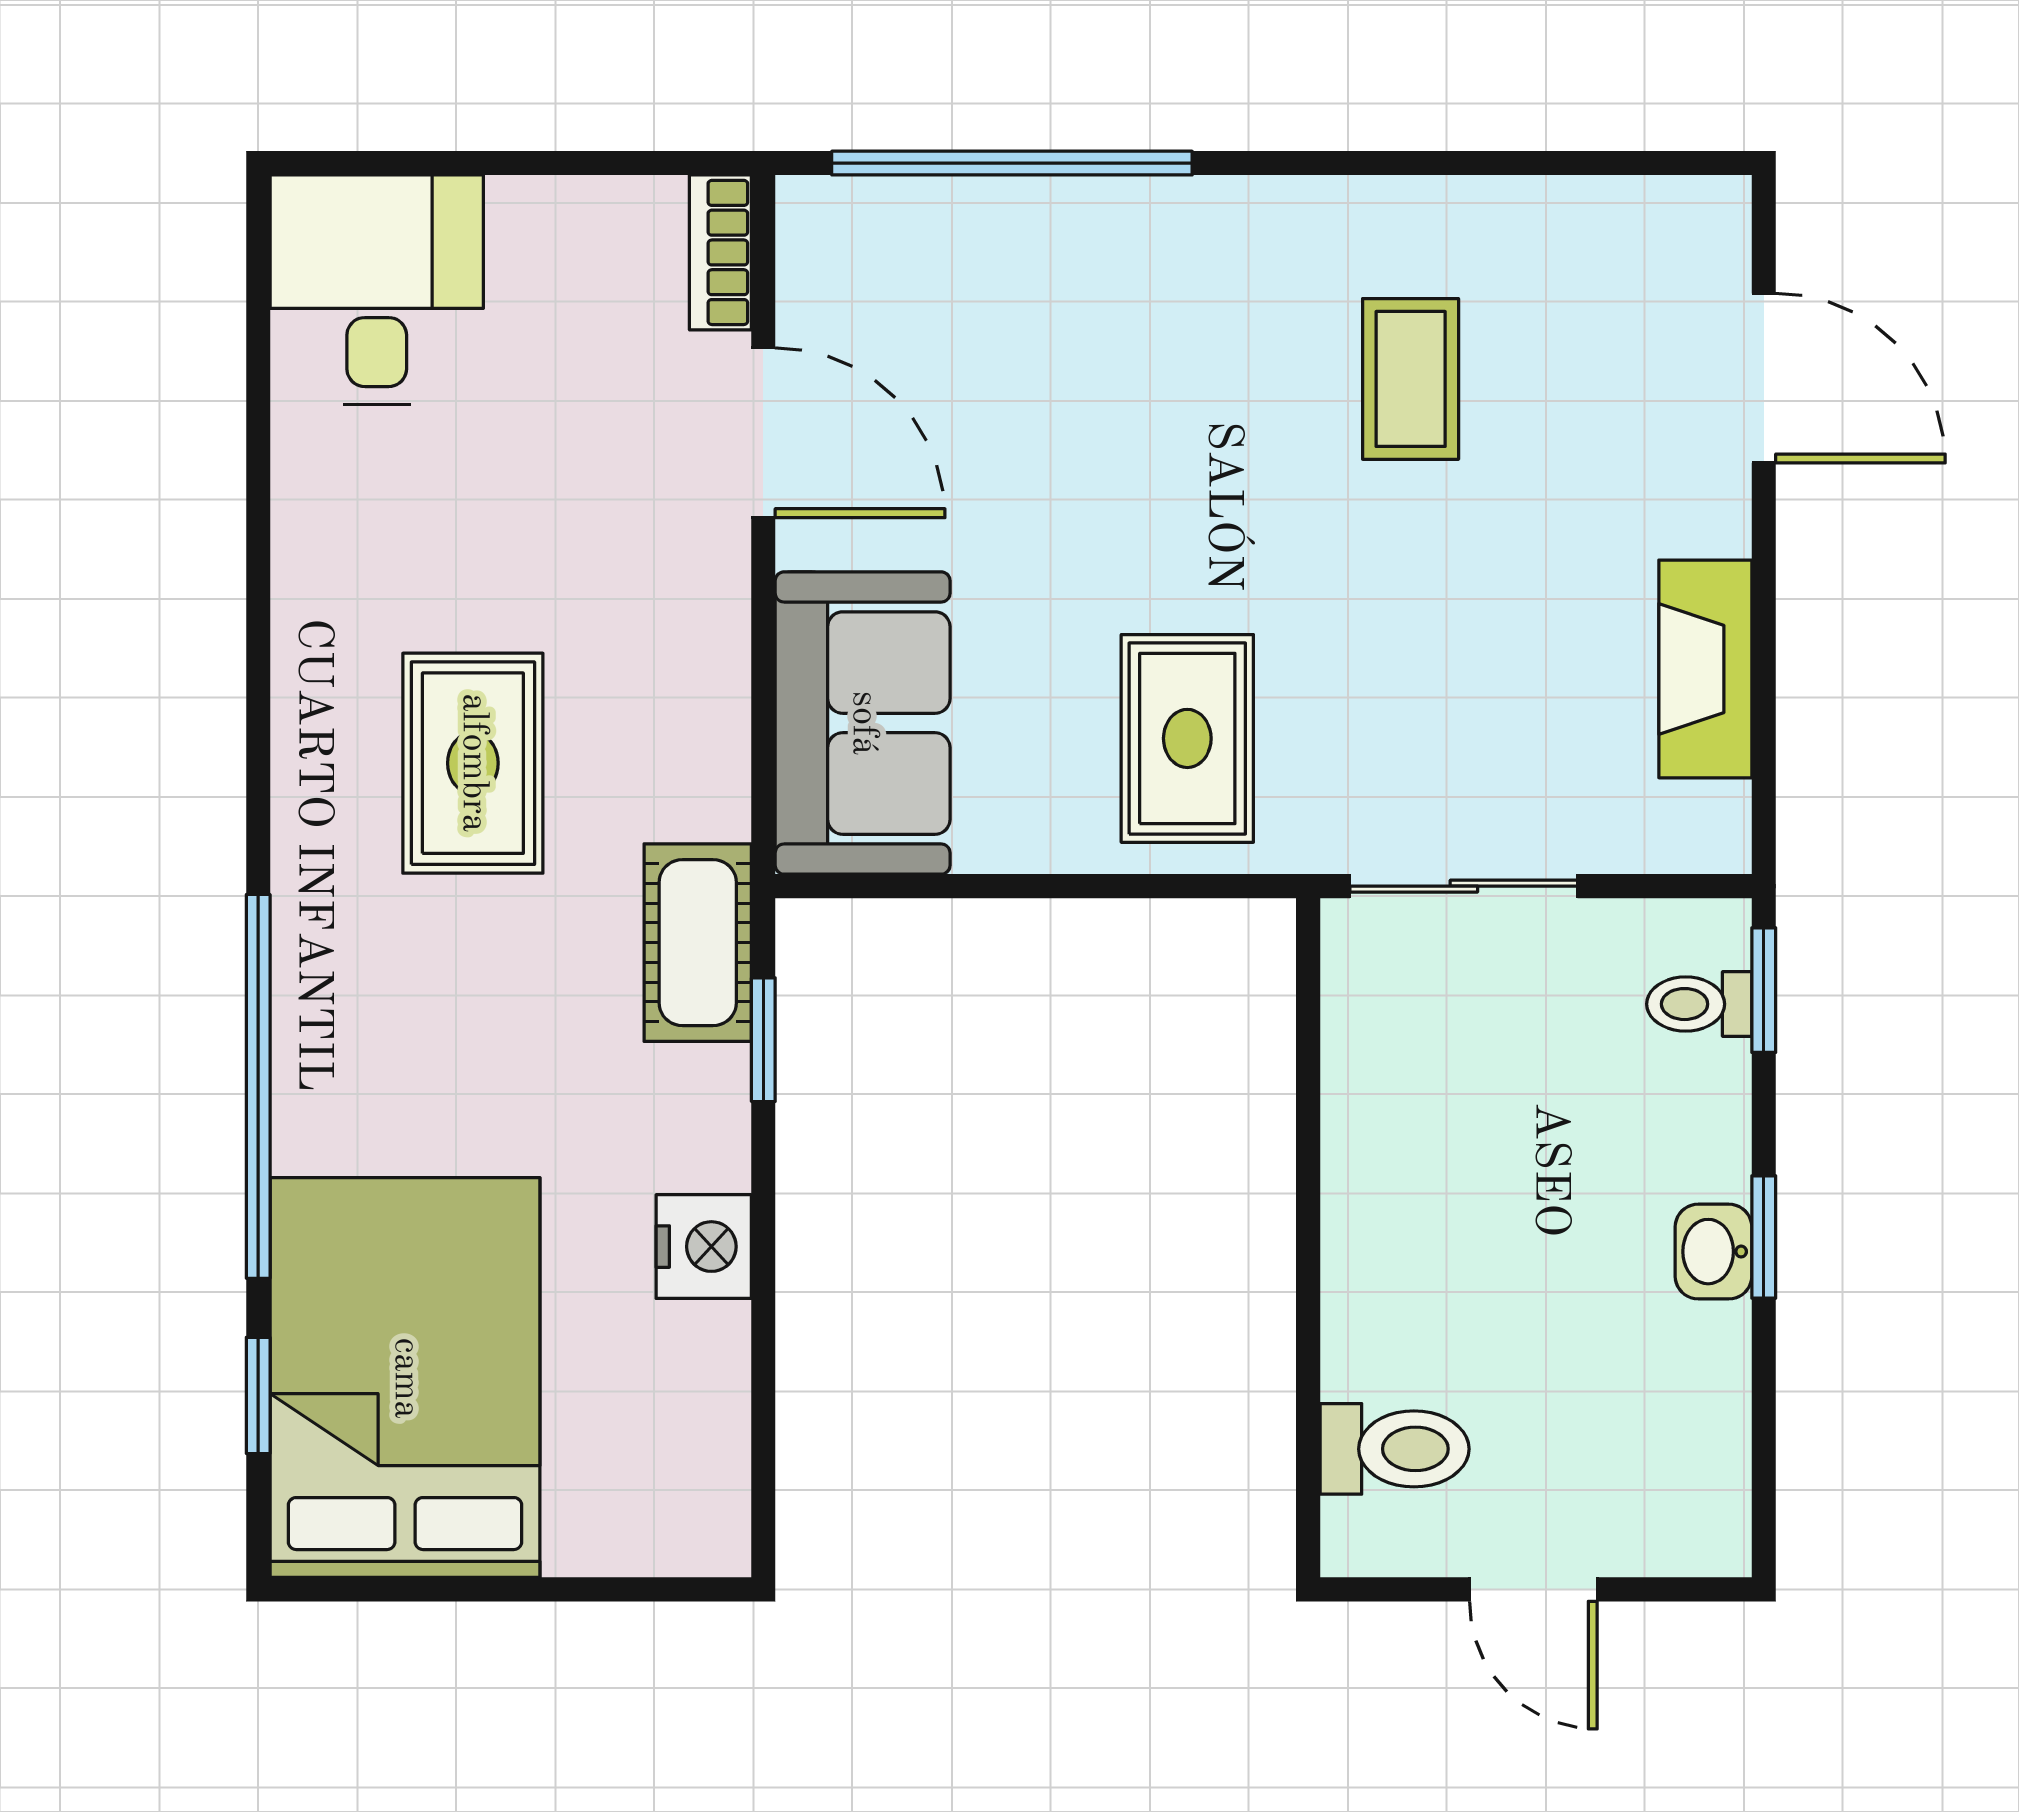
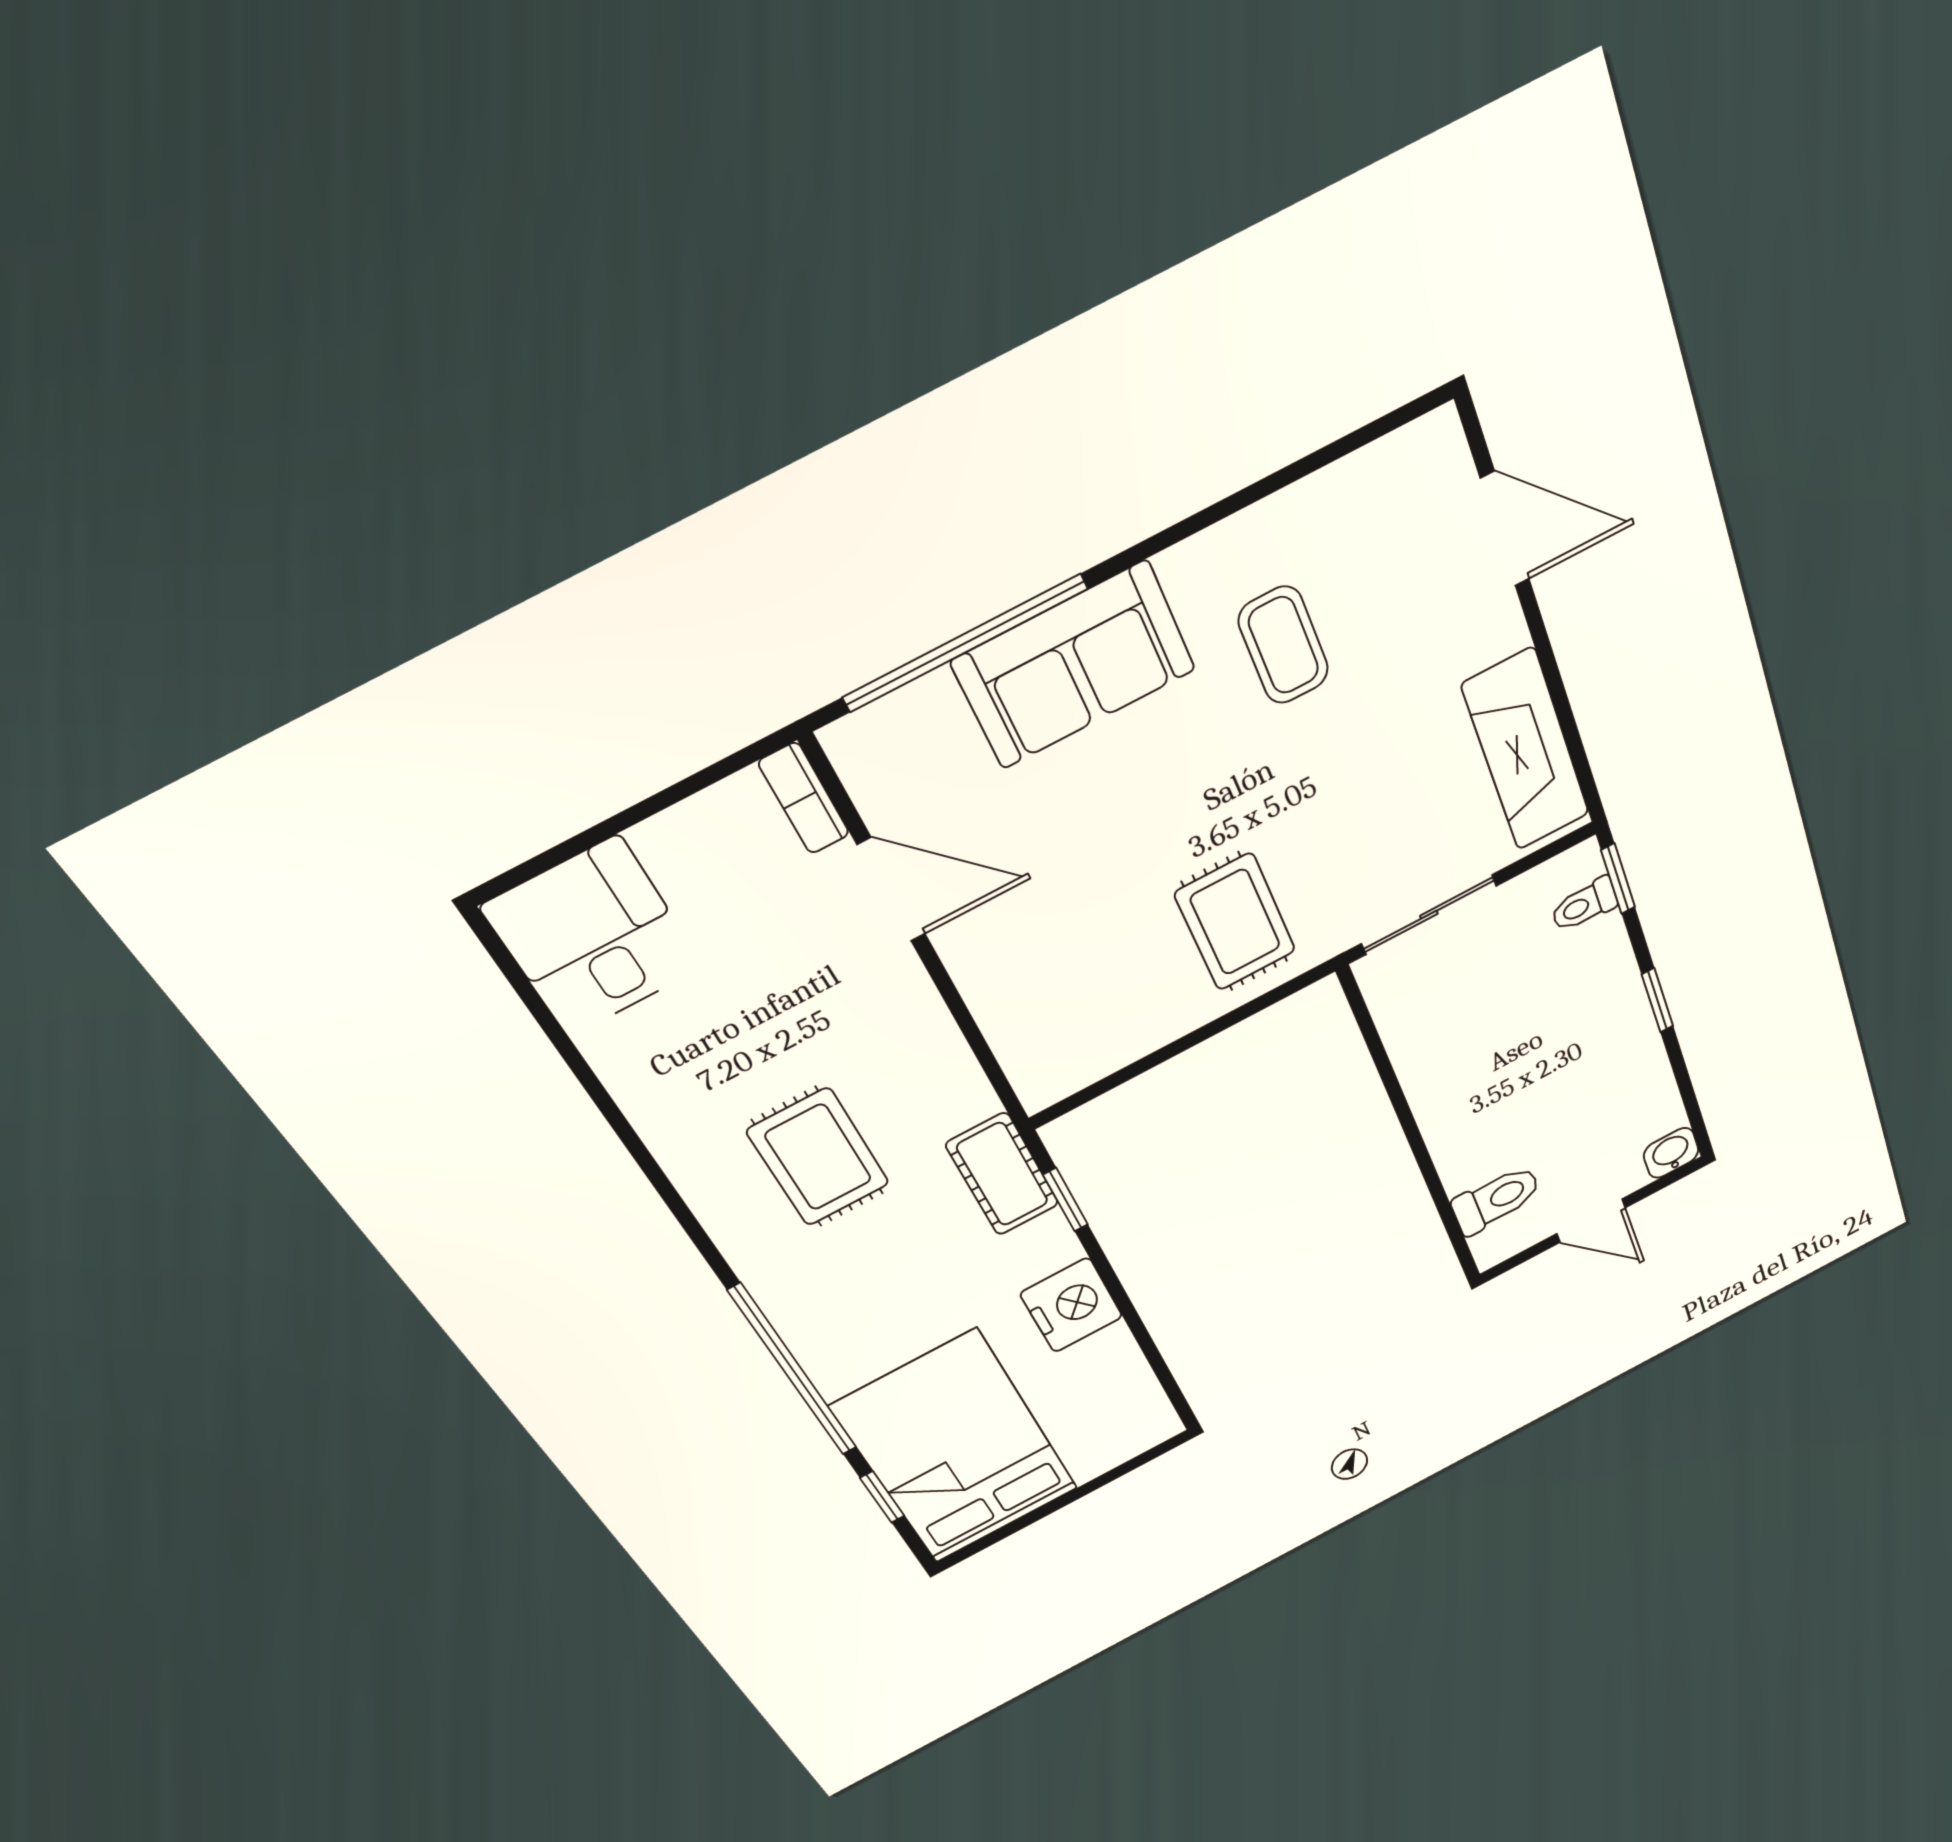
fireplace: (1705, 669) -> (1526, 750), width x1.37, depth x1.32
sofa: (863, 723) -> (1074, 665), moved, turned 90
nightstand: (704, 1247) -> (1071, 1305), width x1.36, depth x1.33
washbasin: (1714, 1252) -> (1671, 1153), moved, turned 90

